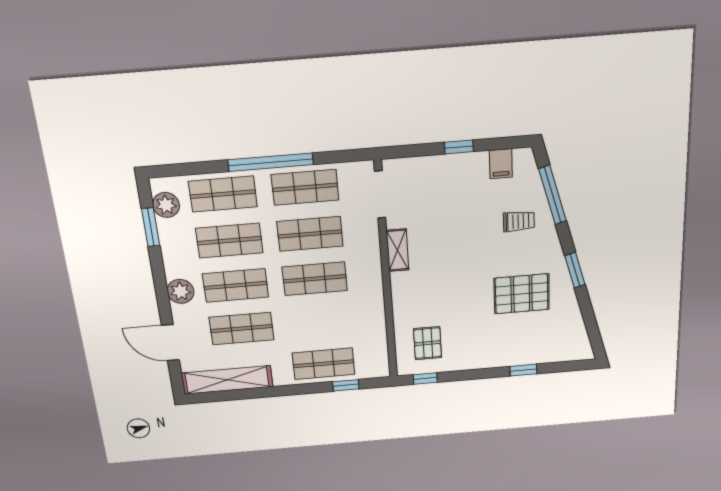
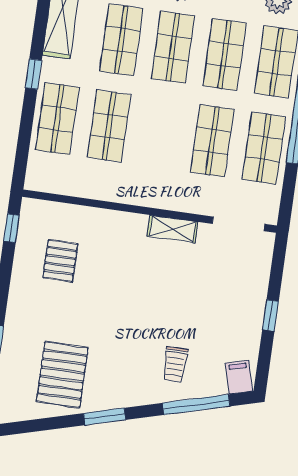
filing cabinet: (501, 164) -> (239, 377), moved, turned 75
shop shelf: (315, 279) -> (109, 126), moved
pallet: (522, 294) -> (62, 375), moved
pallet: (427, 343) -> (60, 261), moved, turned 90
window: (346, 385) -> (33, 74), moved

